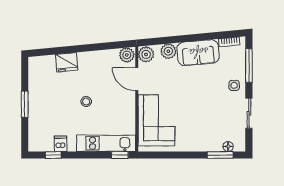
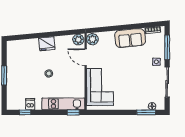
plant: (168, 51) -> (109, 37), removed
fridge: (67, 62) -> (47, 44), moved
sliding door: (249, 113) -> (167, 82), width x1.37

